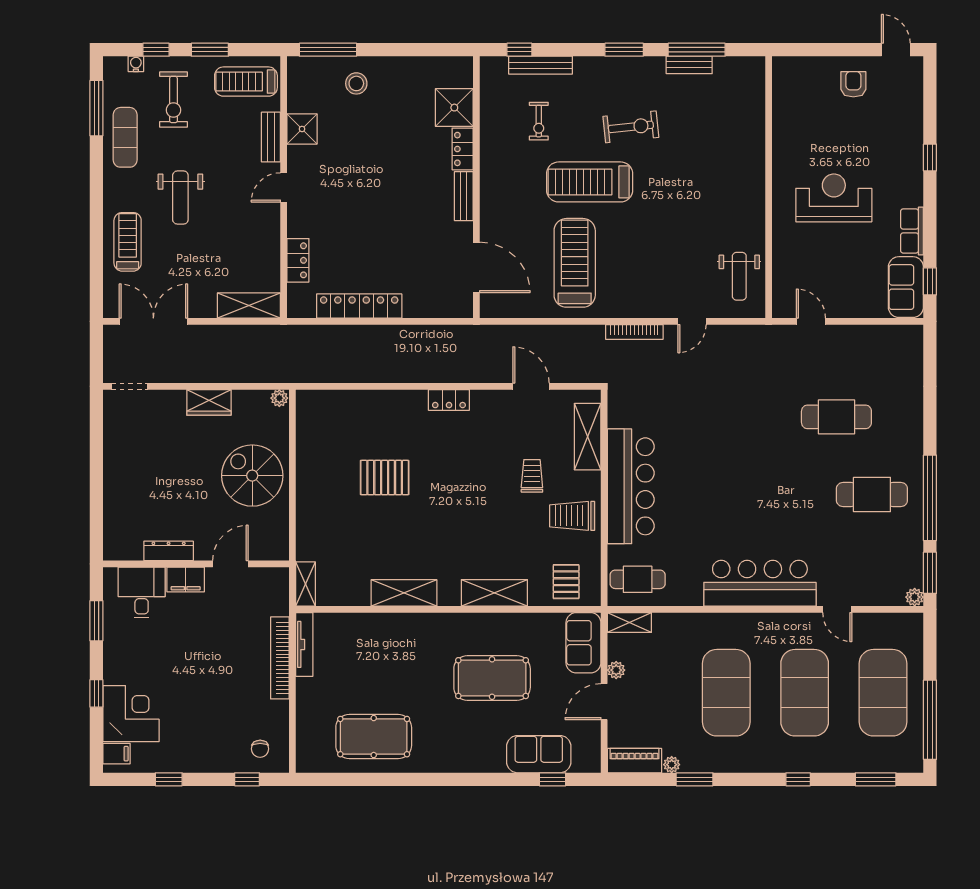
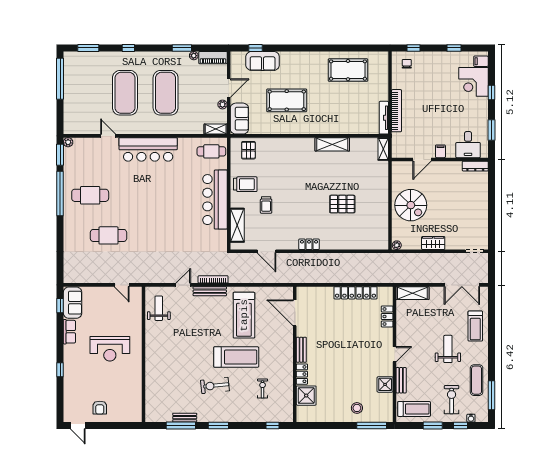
bench: (540, 65) -> (210, 291), moved
dresser: (169, 551) -> (475, 166), moved
filing cabinet: (186, 580) -> (440, 151), width x0.50
shelving: (494, 593) -> (285, 144), removed
exercise mat: (883, 693) -> (84, 93), removed

